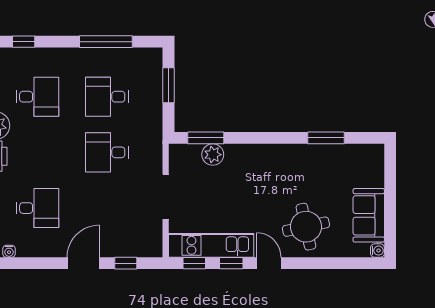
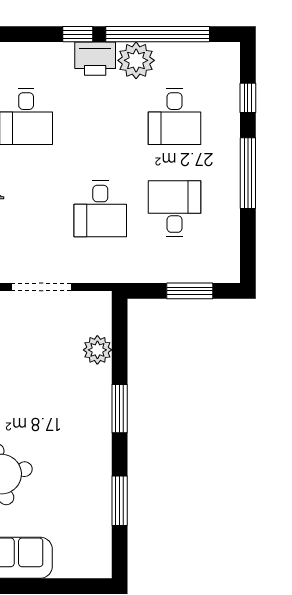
window: (106, 42) -> (248, 173), moved
window: (206, 138) -> (120, 409), moved
desk: (107, 152) -> (100, 209), turned 180

